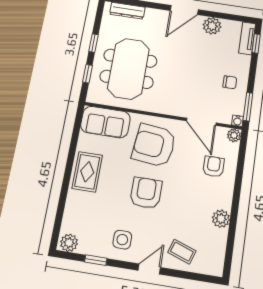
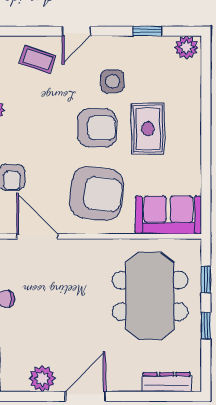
rug: (87, 172) -> (148, 129), moved
armchair: (146, 193) -> (97, 128), turned -90
side table: (122, 240) -> (112, 81), moved

